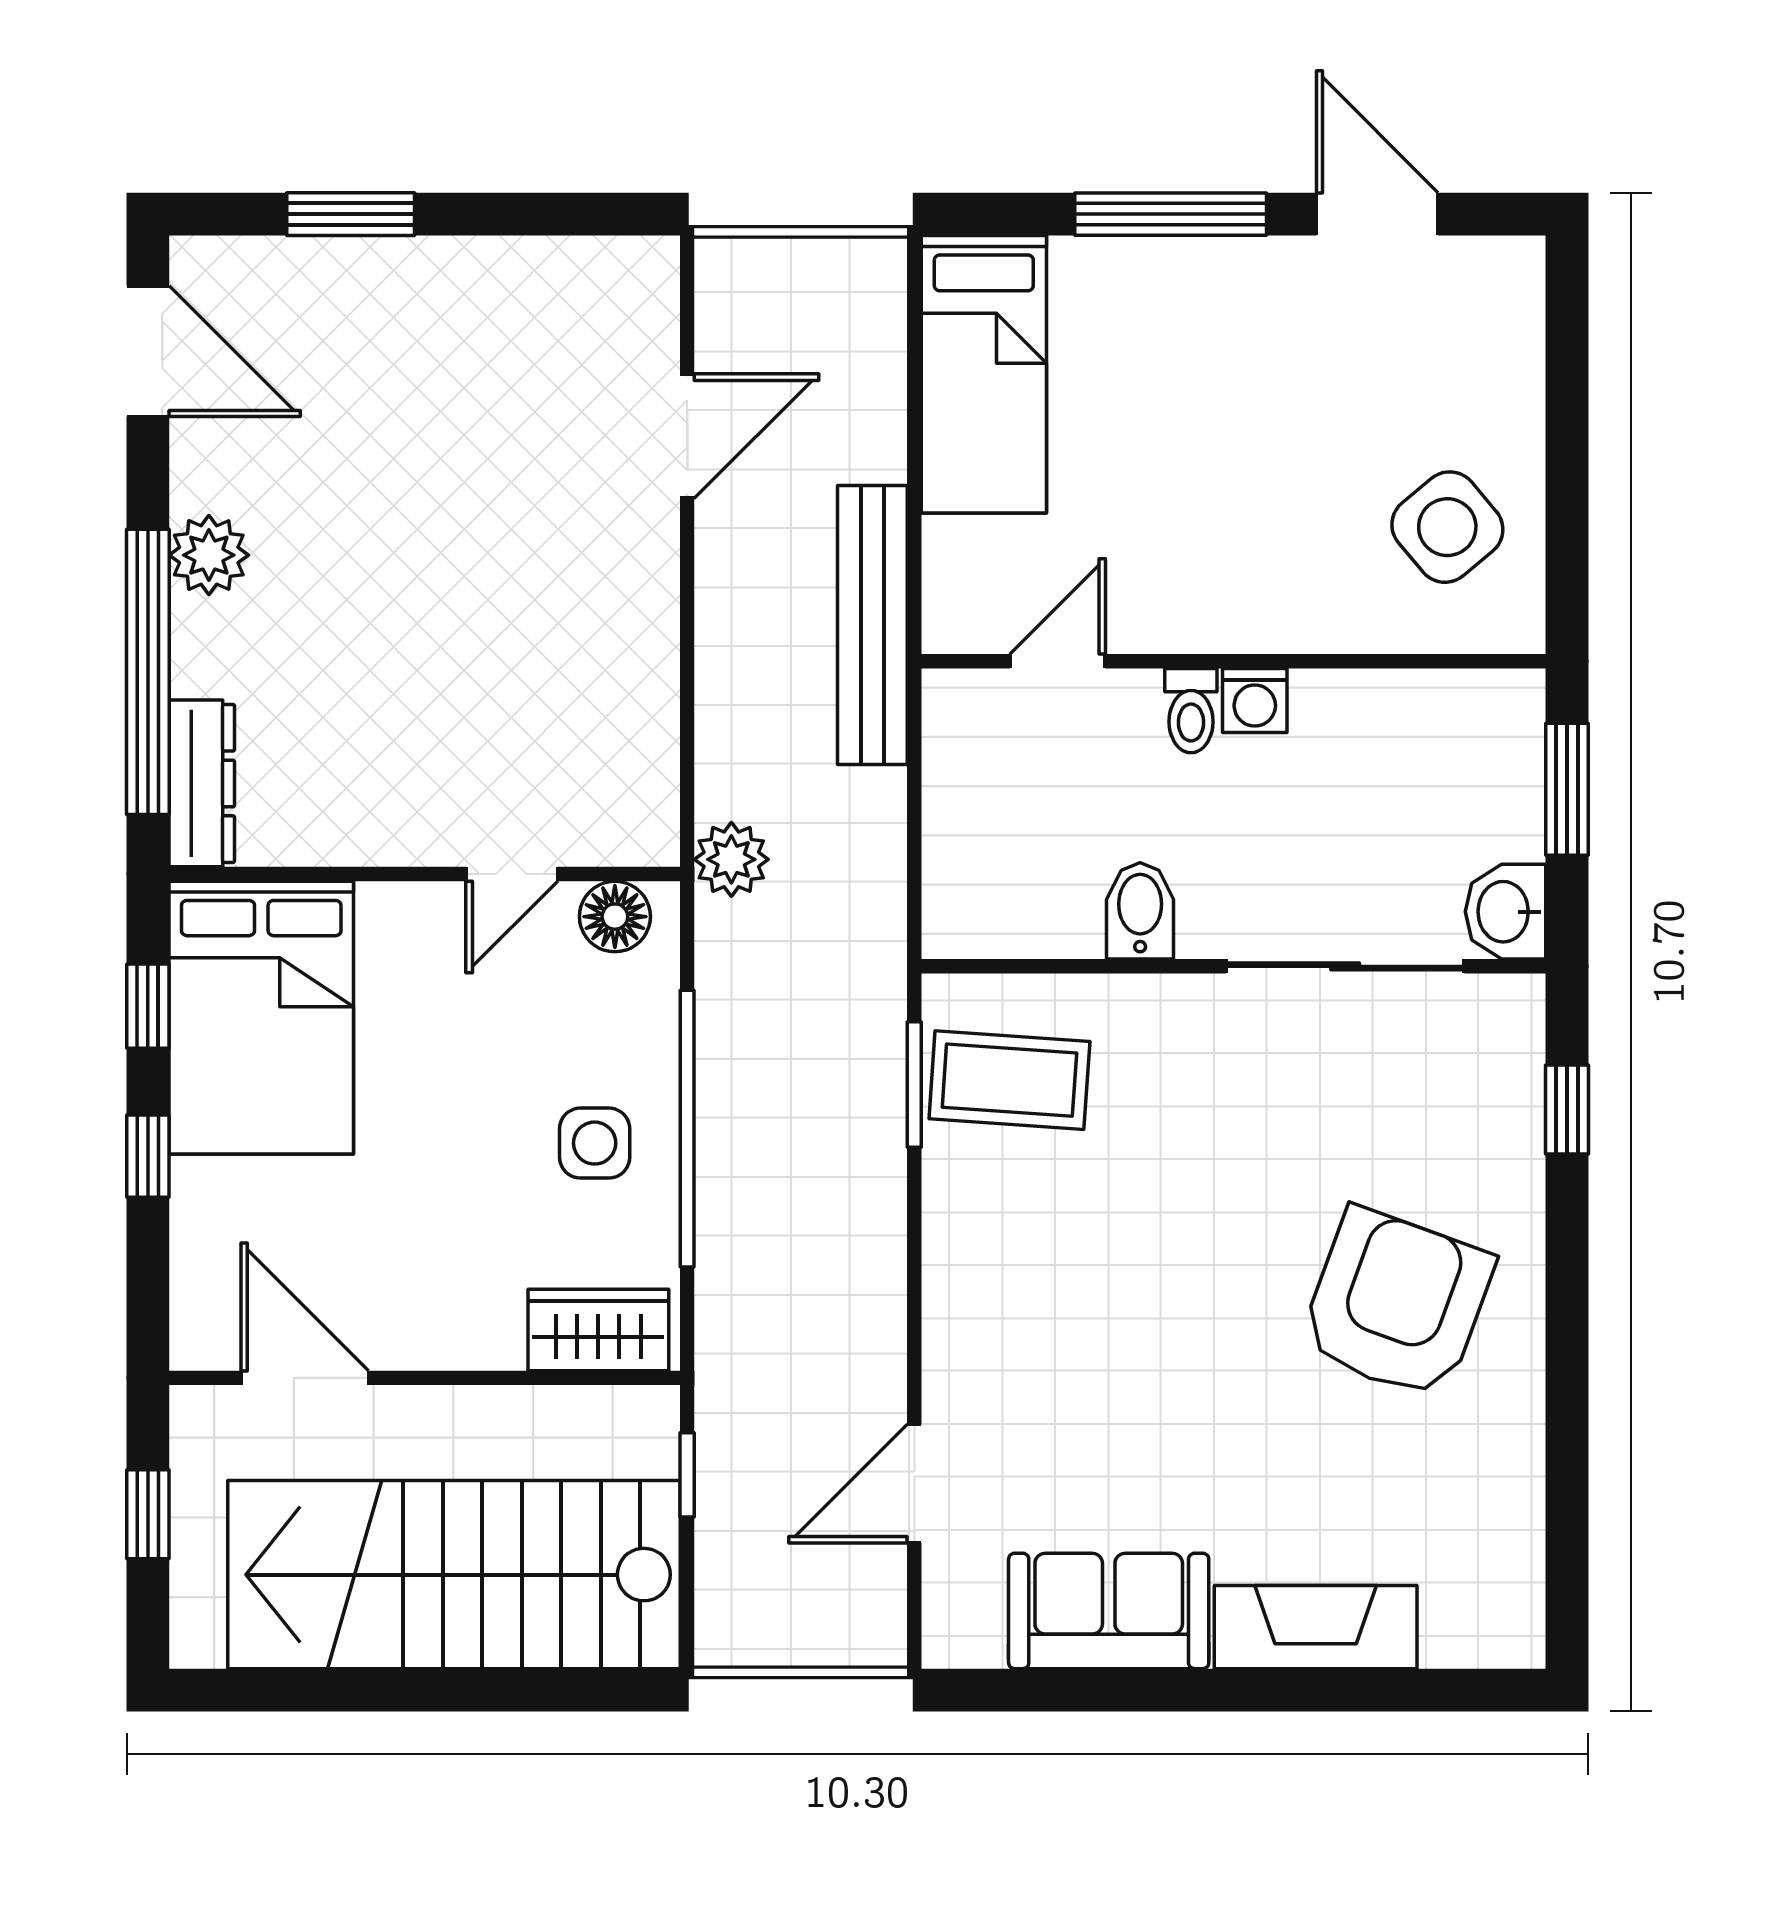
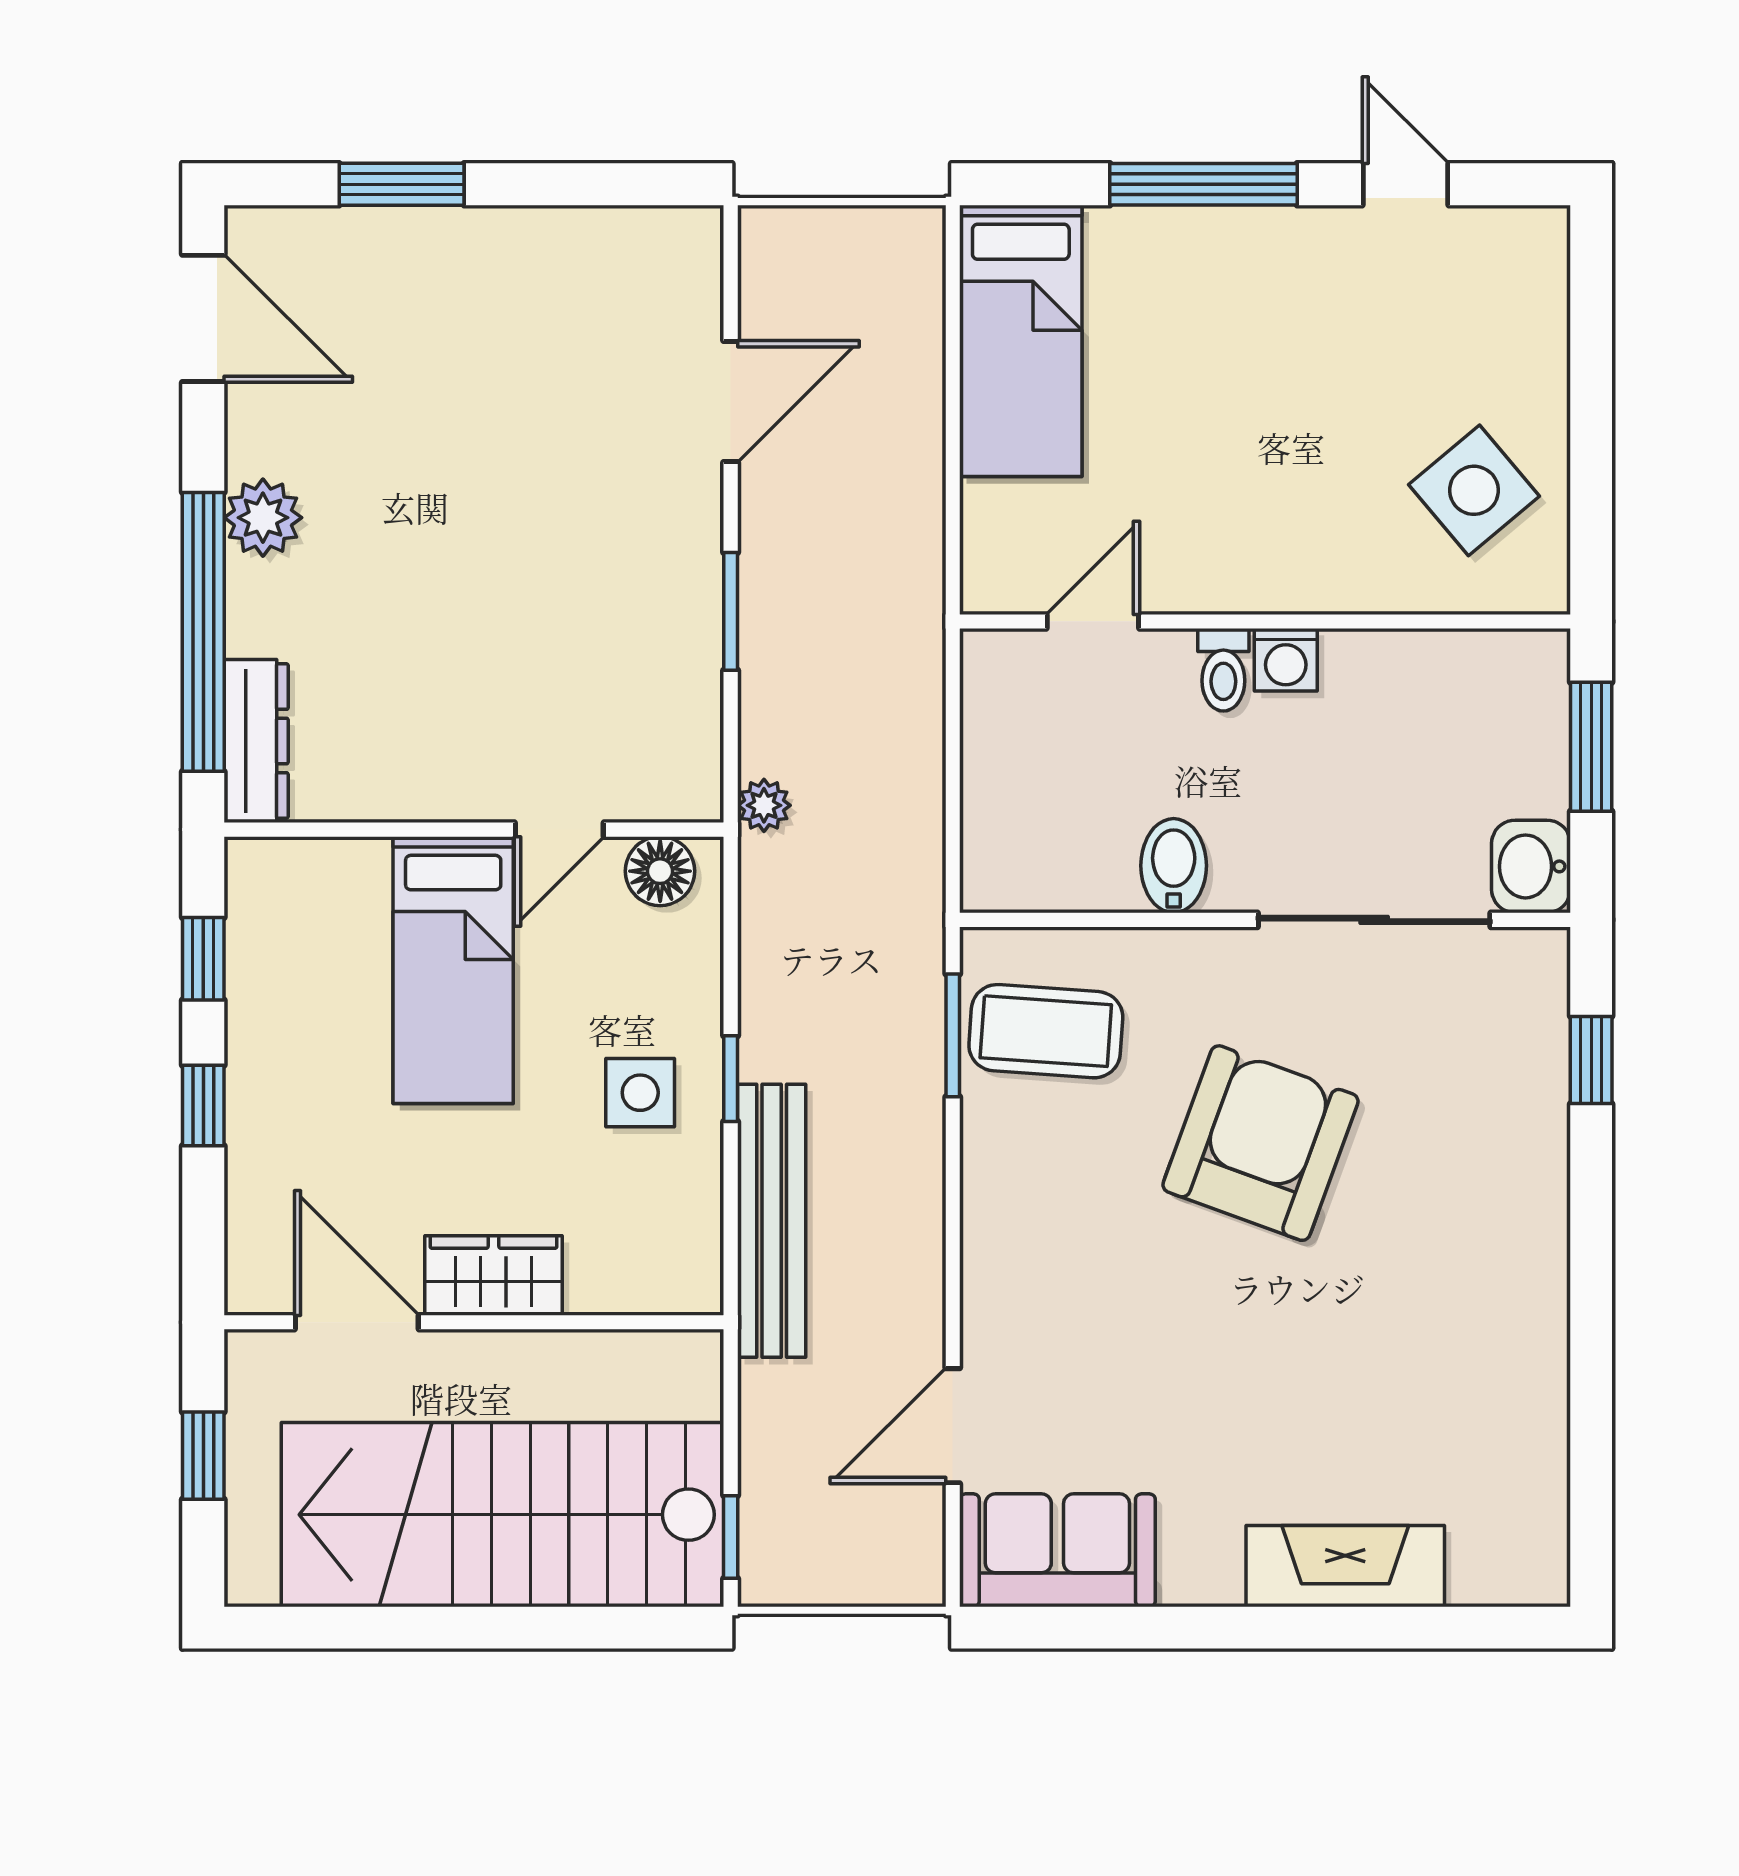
door: (1377, 214) -> (1406, 184), width x0.73
bench: (872, 625) -> (772, 1221), moved
window: (687, 651) -> (731, 611), added
plant: (731, 859) -> (764, 805), width x0.73, depth x0.73
bed: (261, 1018) -> (453, 970), moved, width x0.67
window: (687, 1129) -> (731, 1079), width x0.32
armchair: (1397, 1304) -> (1261, 1143), moved
wardrobe: (598, 1330) -> (493, 1275), moved
window: (687, 1475) -> (731, 1537), moved
sofa: (1109, 1611) -> (1057, 1550), moved

